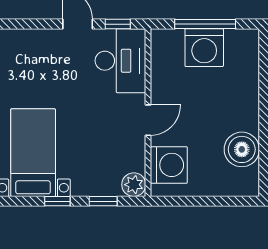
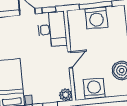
washing machine: (169, 165) -> (94, 89), moved, turned -90

